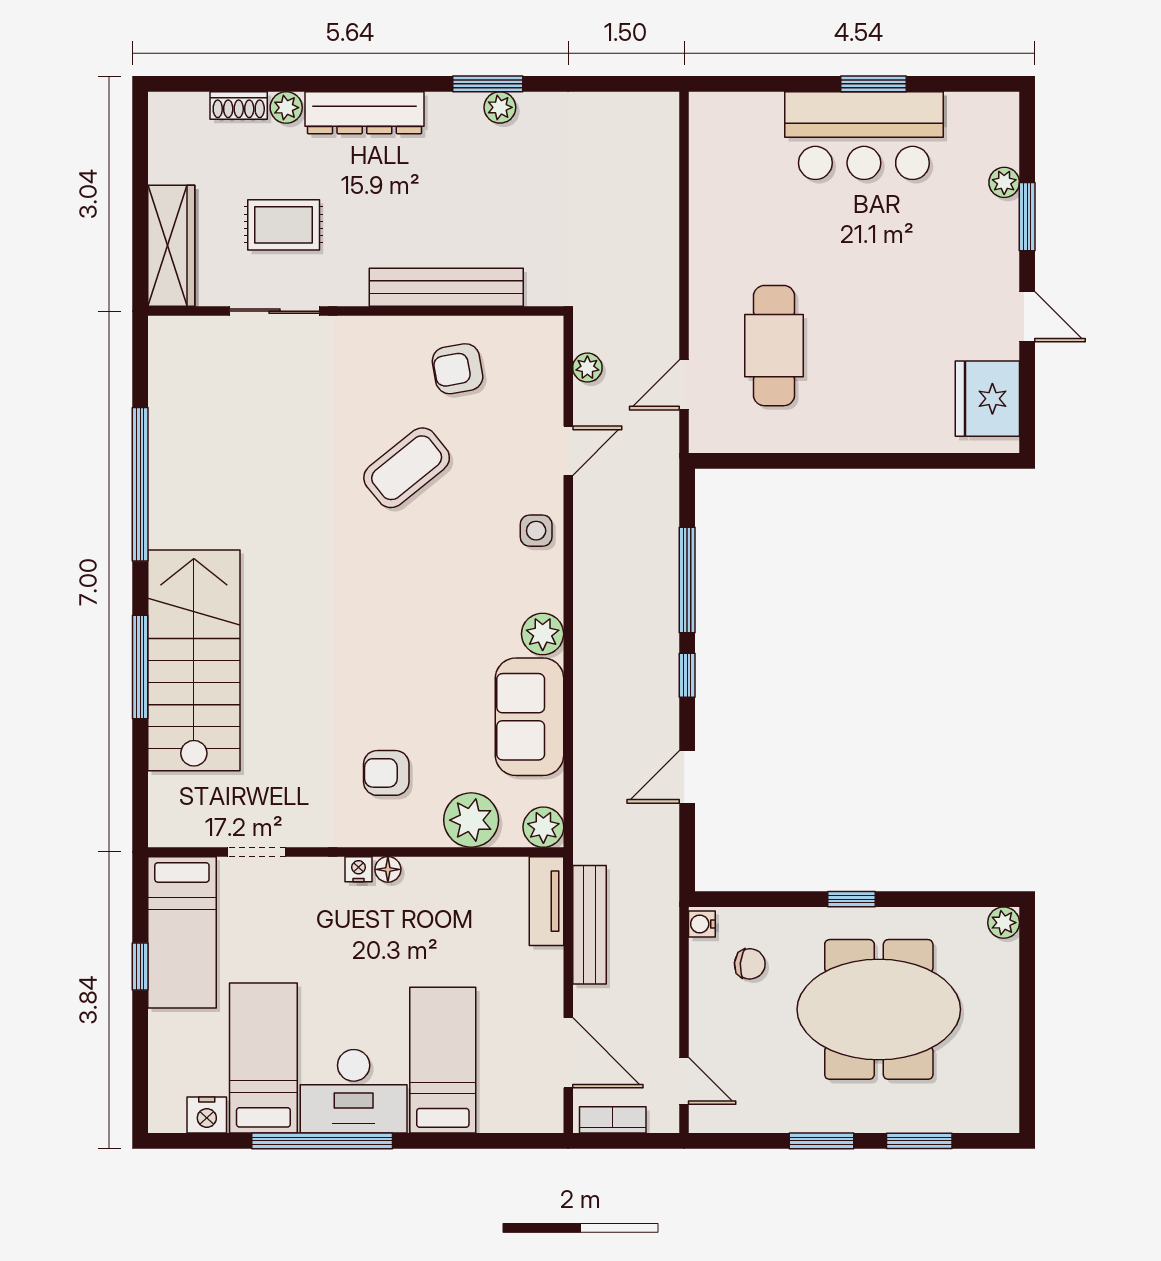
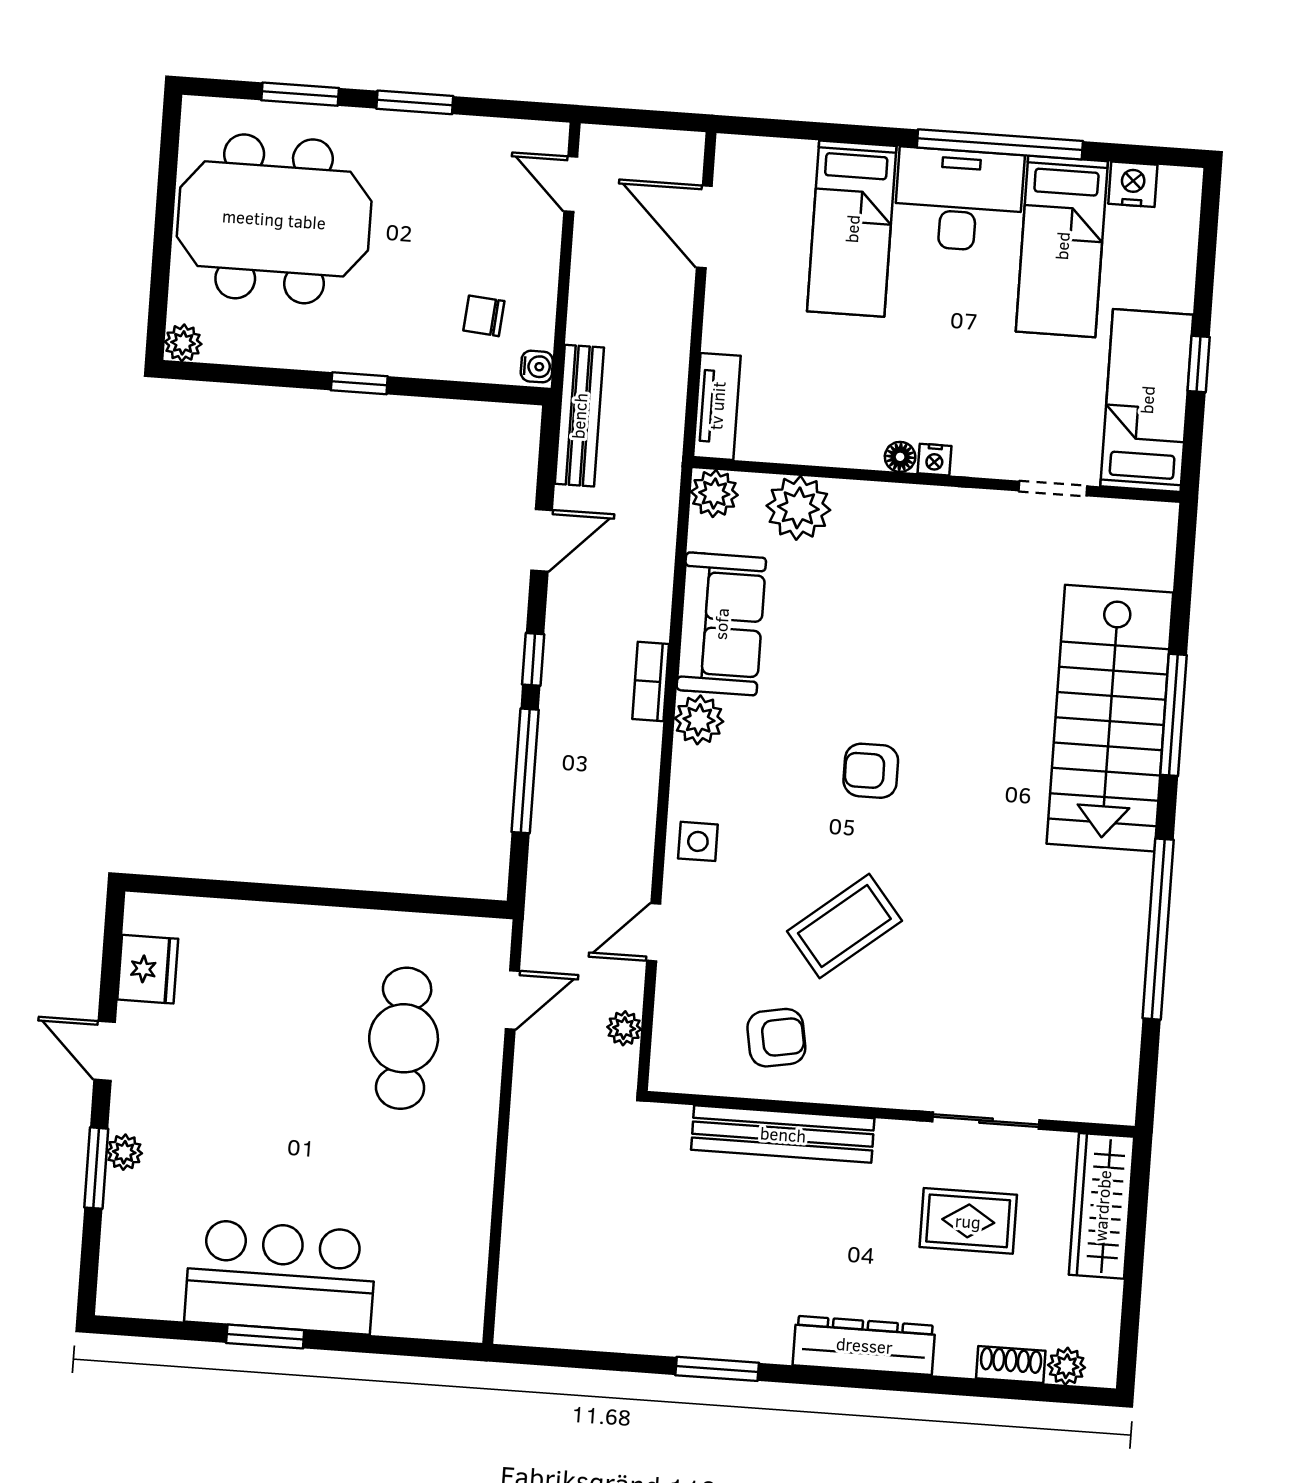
plant: (500, 107) -> (705, 1340), removed
plant: (286, 108) -> (1067, 1366), moved
plant: (1004, 182) -> (124, 1152), moved
fridge: (987, 399) -> (148, 969), width x0.73, depth x0.75
armchair: (386, 773) -> (871, 771), moved, turned 180
bench: (589, 925) -> (579, 416), moved
meeting table: (879, 1009) -> (274, 219), moved
bookcase: (613, 1120) -> (651, 681), moved, turned 90

